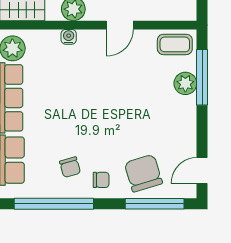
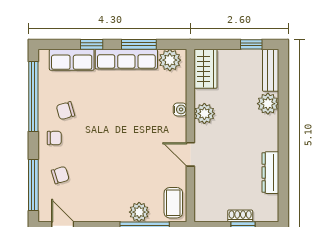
chair: (143, 173) -> (60, 175), width x0.54, depth x0.54
chair: (101, 180) -> (54, 138), turned -90

